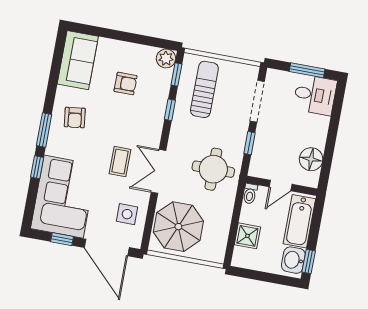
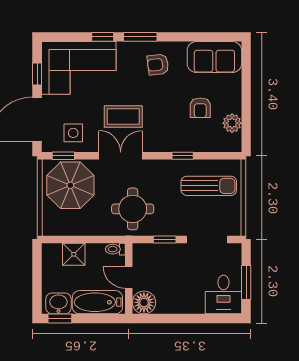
plant: (166, 58) -> (232, 123), moved
window: (176, 75) -> (63, 156), moved
floor lamp: (311, 159) -> (144, 302), moved
coffee table: (120, 162) -> (123, 117), width x1.36, depth x1.30

